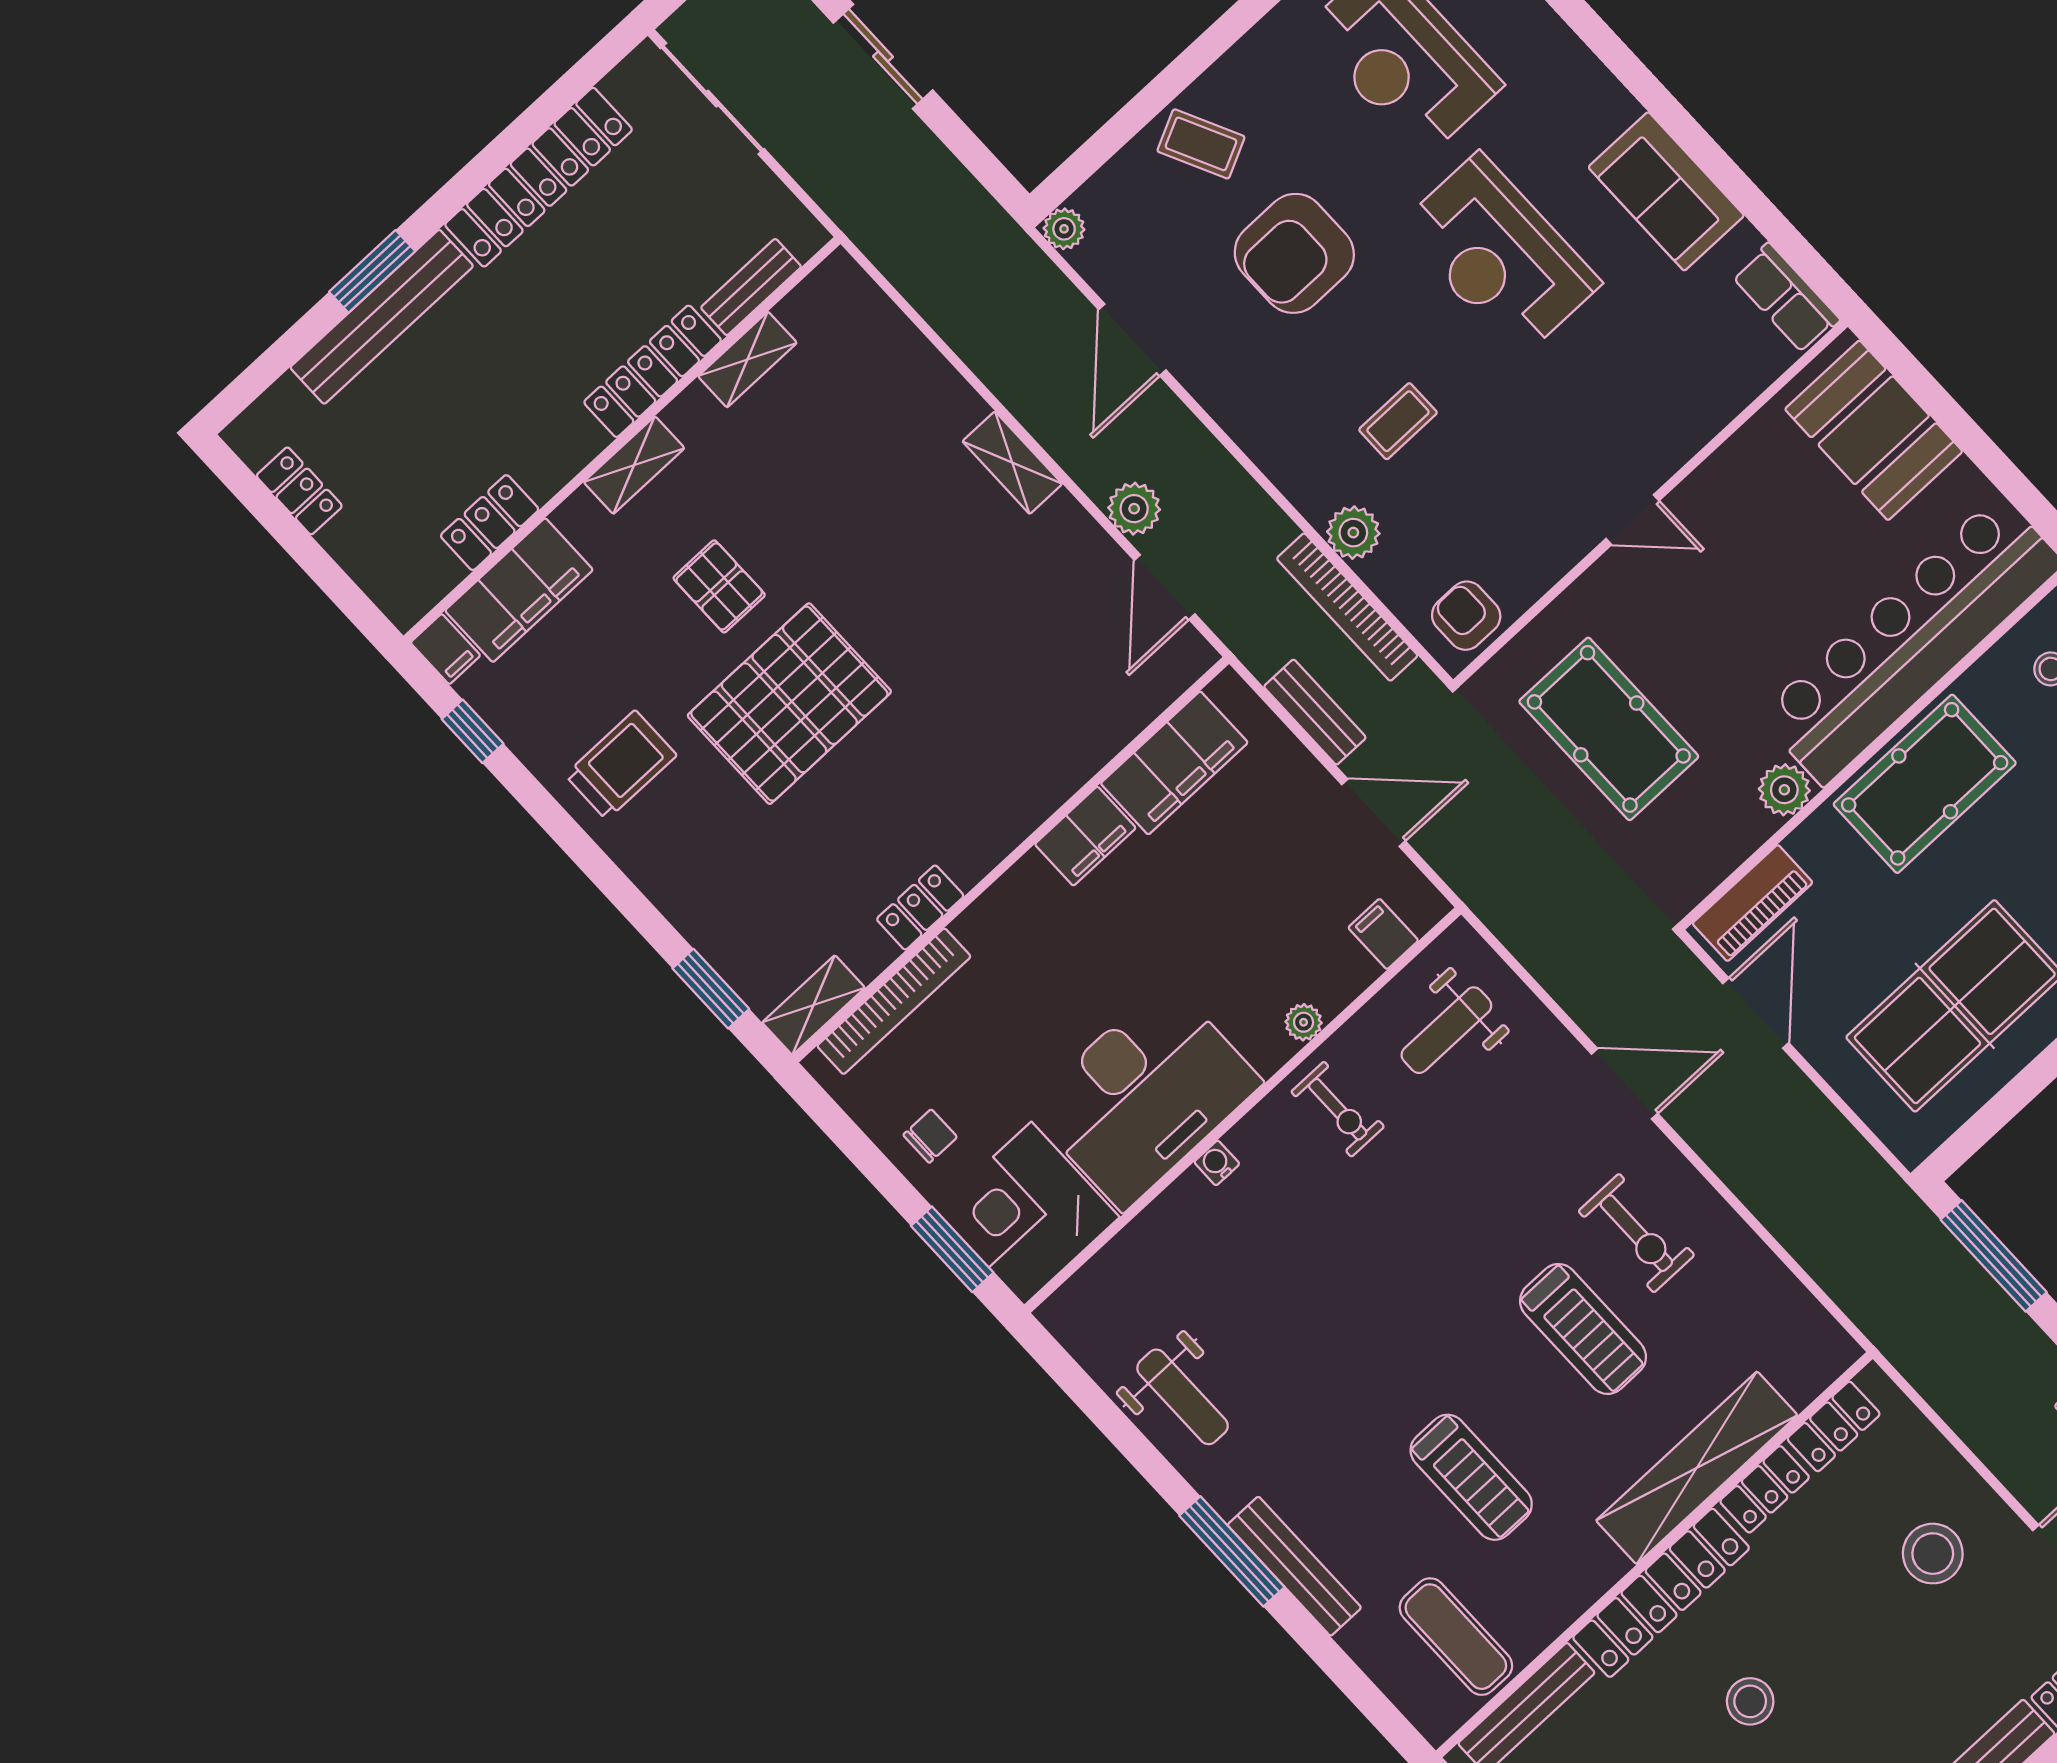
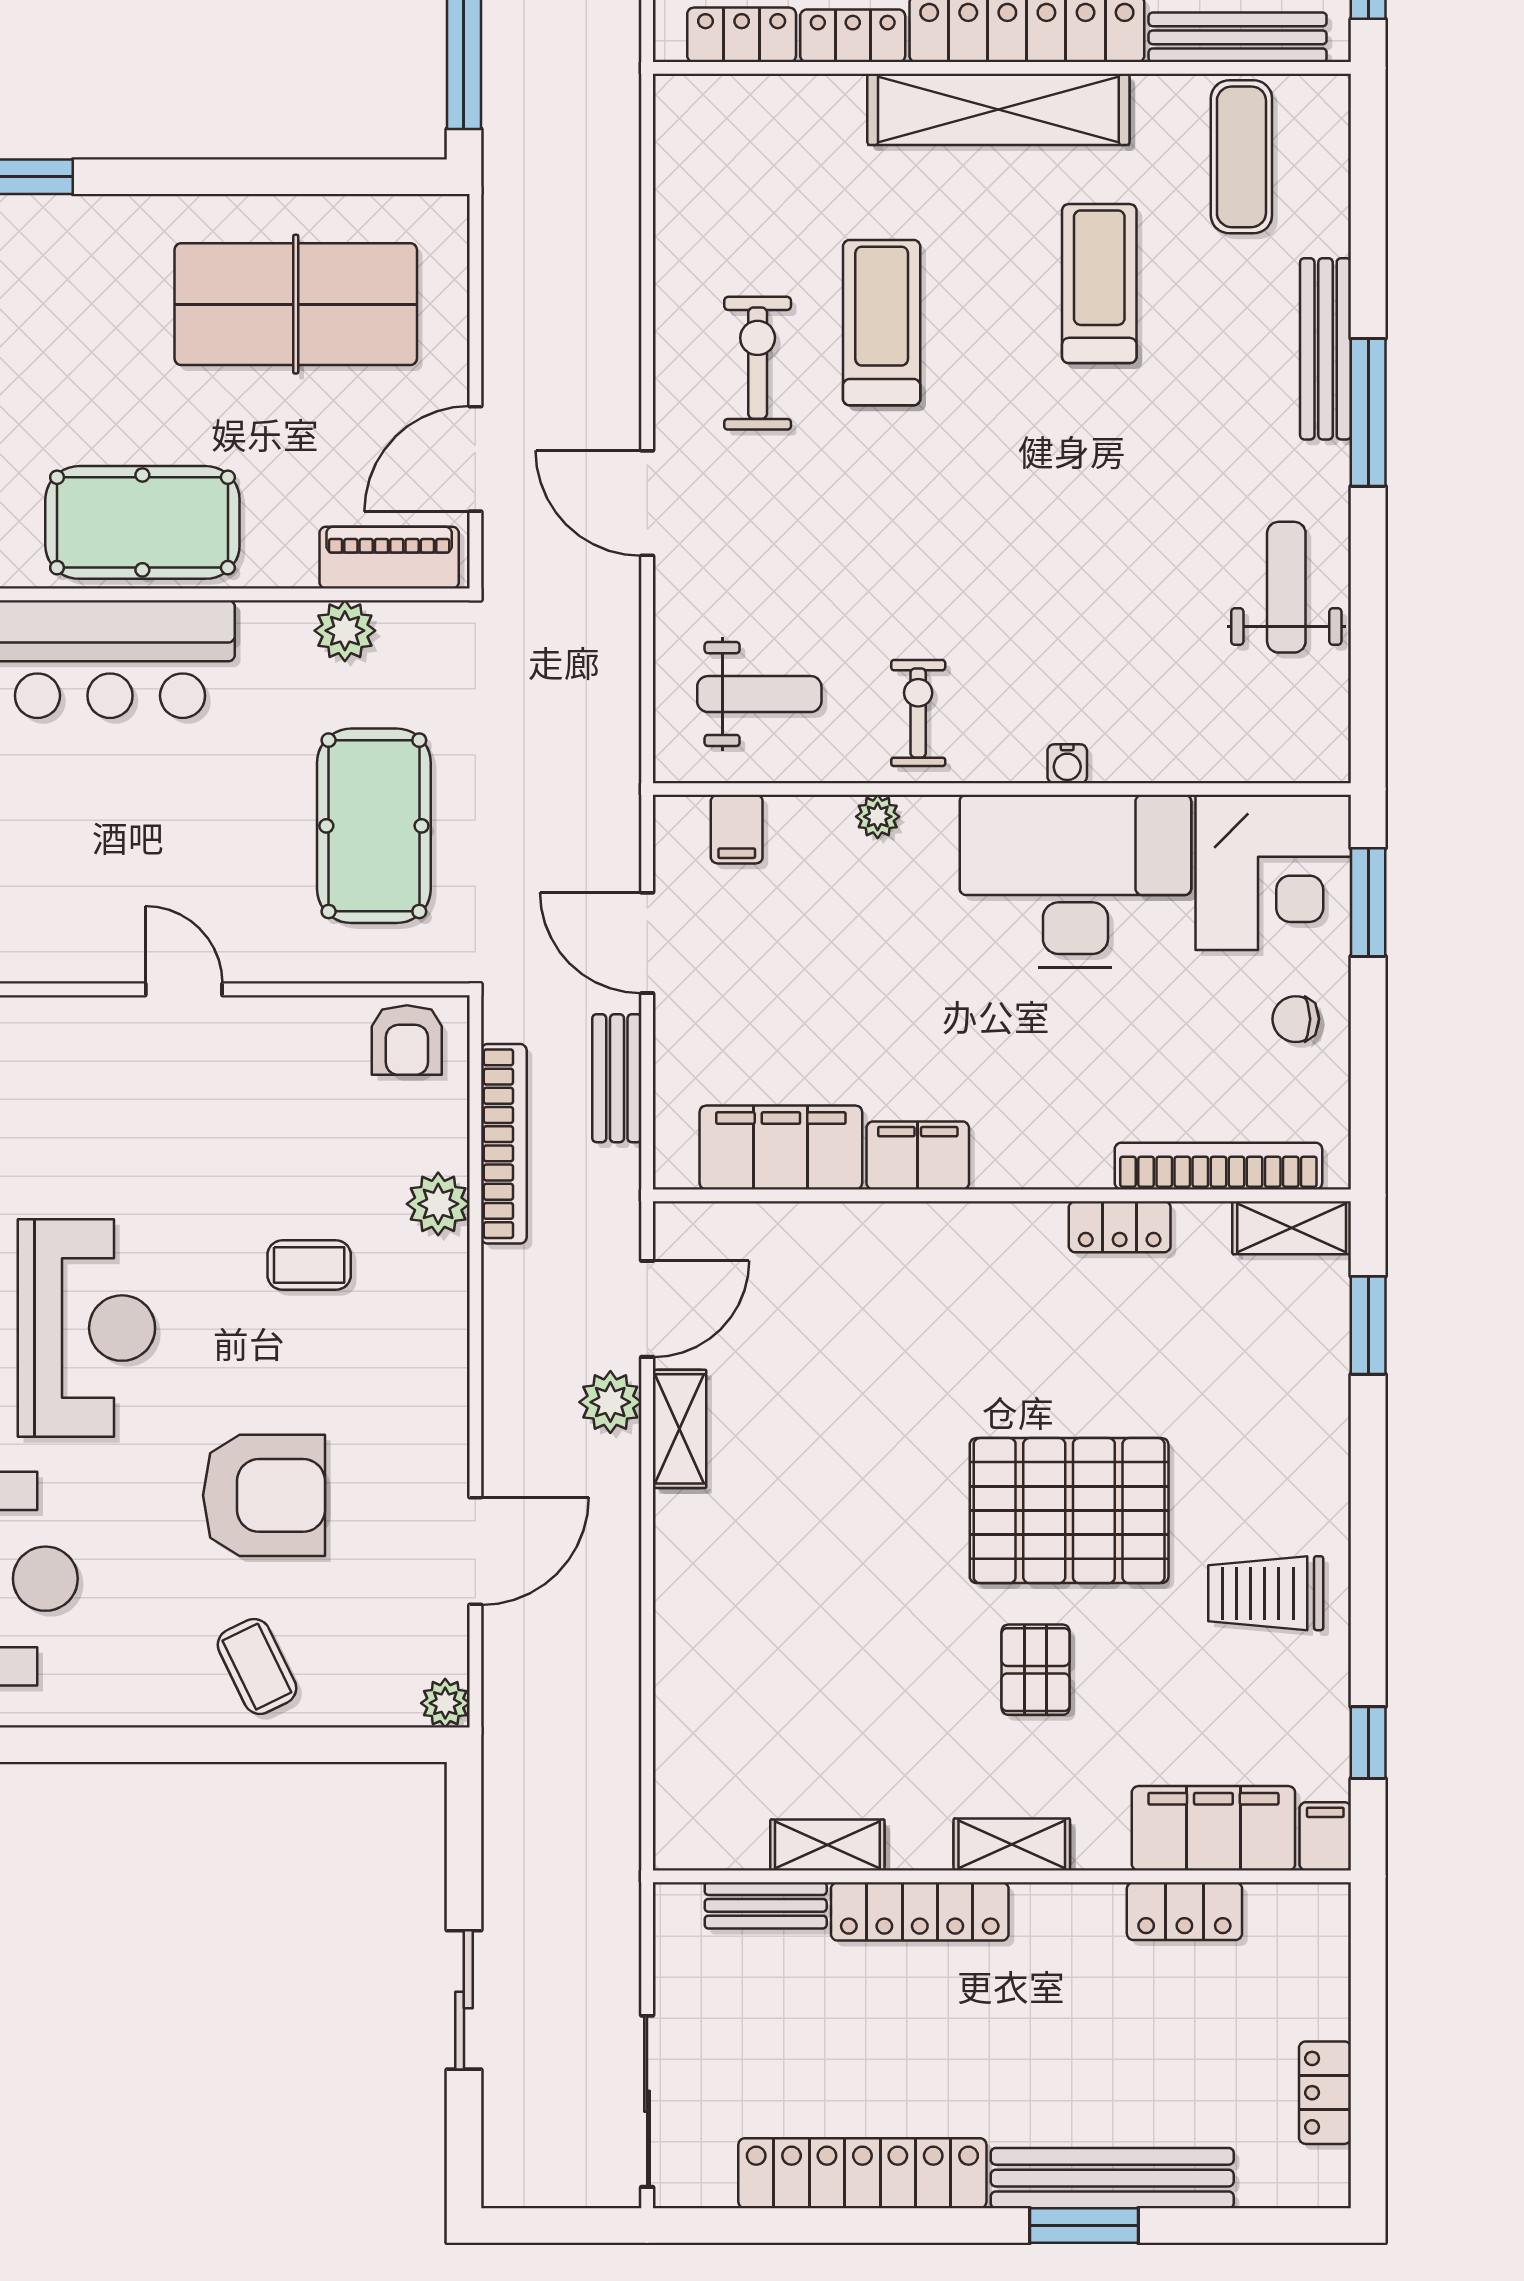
shelving: (1012, 463) -> (679, 1429), moved
plant: (1784, 790) -> (345, 631), moved
shelving: (1697, 1468) -> (998, 109), moved

